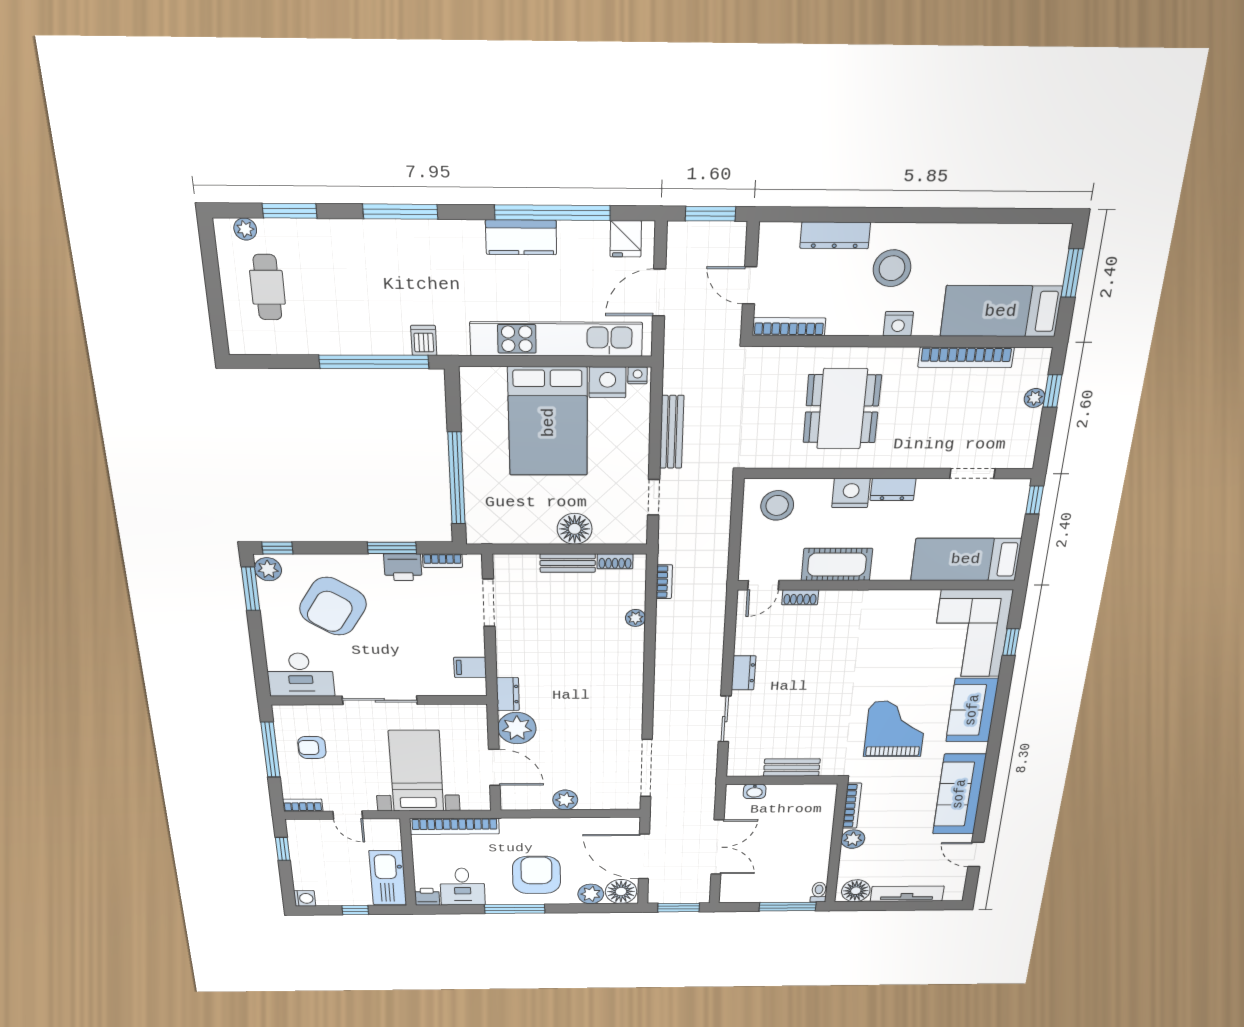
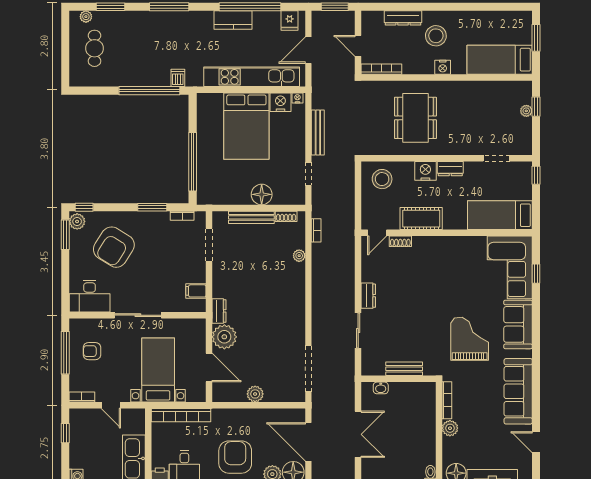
bookcase: (966, 357) -> (483, 87), removed
bench: (568, 563) -> (251, 217), width x1.36
printer: (403, 567) -> (158, 220), removed

